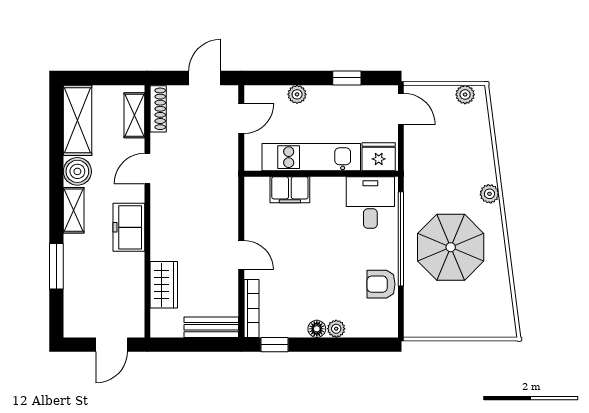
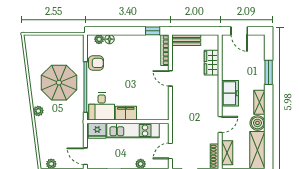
filing cabinet: (290, 190) -> (126, 113), moved
floor lamp: (317, 329) -> (109, 39), moved
plant: (336, 329) -> (99, 39), moved
door: (112, 345) -> (239, 31), swing flipped

